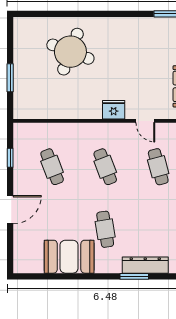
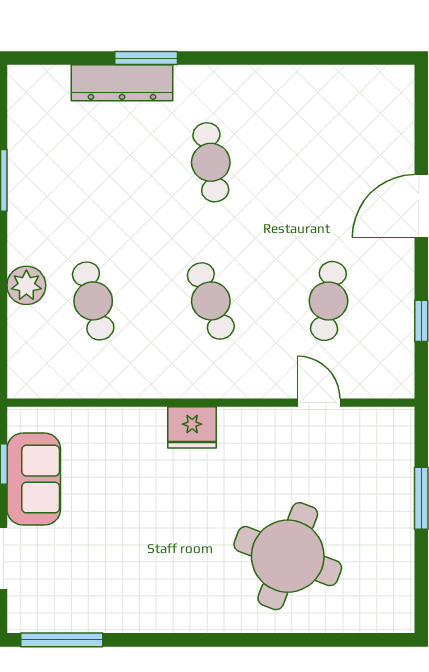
door: (145, 121) -> (319, 403), moved
cafe table: (52, 167) -> (328, 301), turned 30
booth: (69, 257) -> (291, 102), removed

